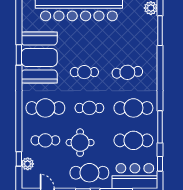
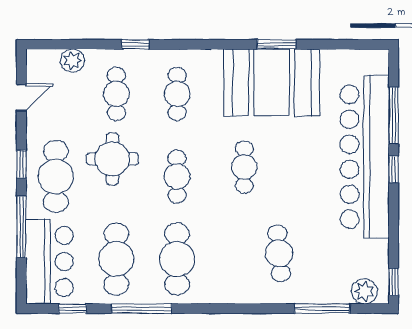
cafe table: (127, 72) -> (279, 253), moved
cafe table: (45, 108) -> (177, 94), width x0.73, depth x0.74
window: (19, 159) -> (135, 44), moved

